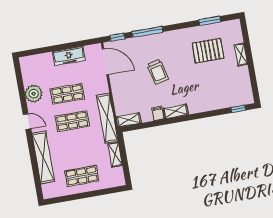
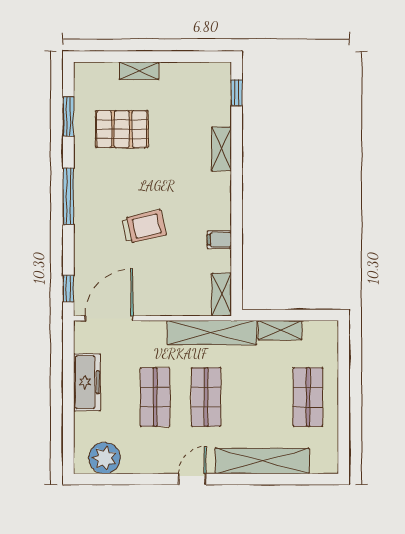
window: (147, 32) -> (68, 196), moved
pallet: (208, 51) -> (122, 129), turned 90
plant: (34, 94) -> (105, 458), moved
shelving: (176, 111) -> (221, 149), moved

